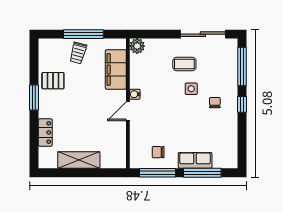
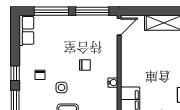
door: (128, 111) -> (119, 27), moved
chair: (158, 152) -> (85, 65), moved
row of seats: (195, 160) -> (26, 30), moved, turned -90

